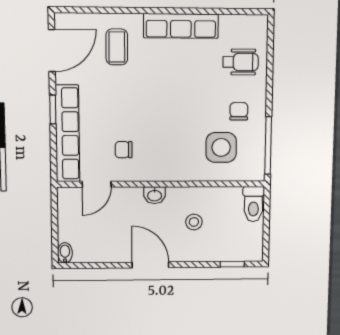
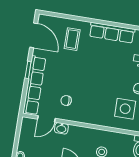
door: (52, 51) -> (34, 35), hinge flipped
washbasin: (155, 195) -> (61, 128), moved

